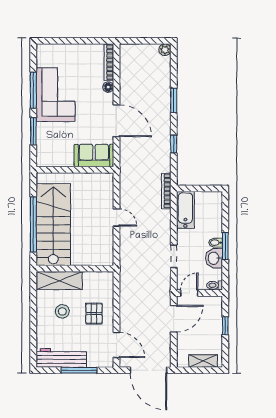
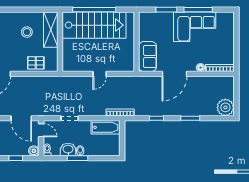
plant: (165, 50) -> (225, 107), width x1.87, depth x1.87
boiler: (216, 302) -> (34, 151), added
pallet: (94, 314) -> (36, 63), moved

